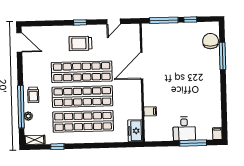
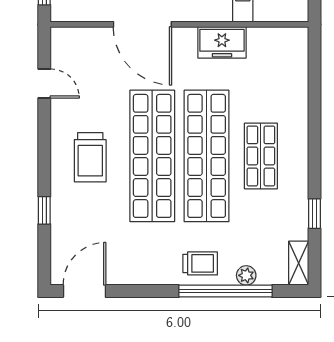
window: (80, 22) -> (44, 210), moved
shop shelf: (83, 121) -> (261, 156), width x0.50, depth x0.74
freezer: (135, 131) -> (222, 42), moved

